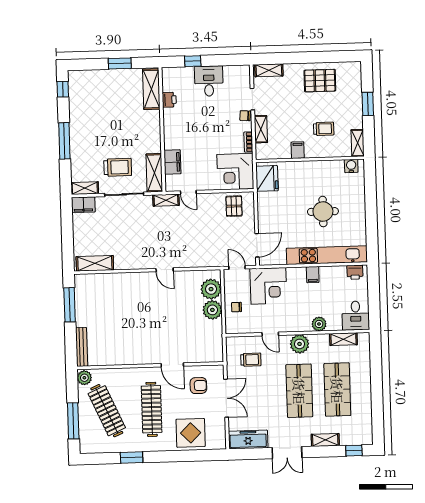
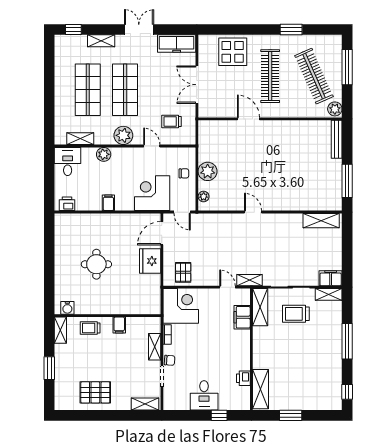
trolley: (324, 129) -> (90, 328), moved
fridge: (267, 178) -> (150, 261), moved
kitchen unit: (327, 255) -> (94, 221), removed
plant: (211, 289) -> (204, 196), width x0.53, depth x0.53
armchair: (198, 386) -> (224, 98), removed

